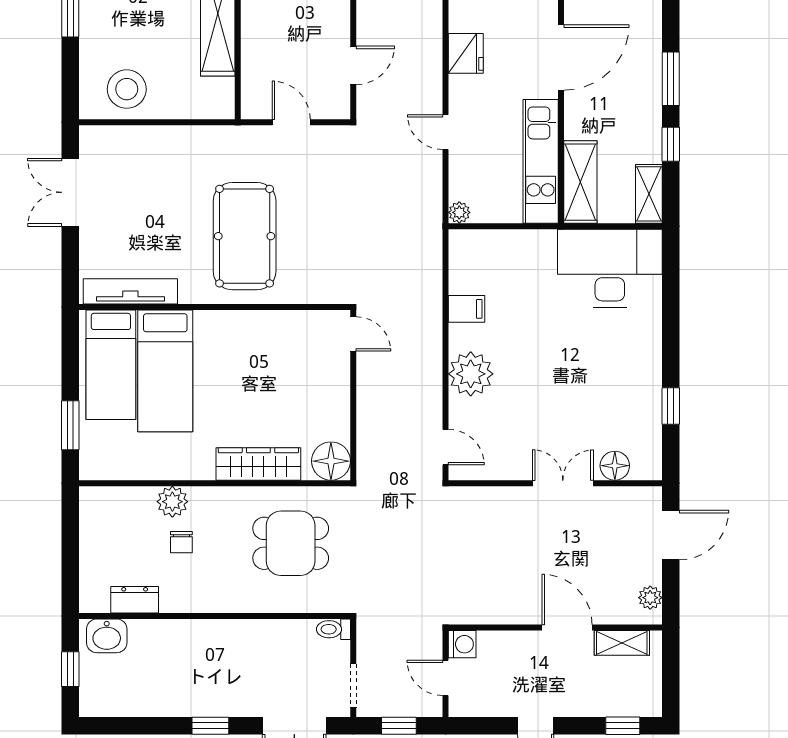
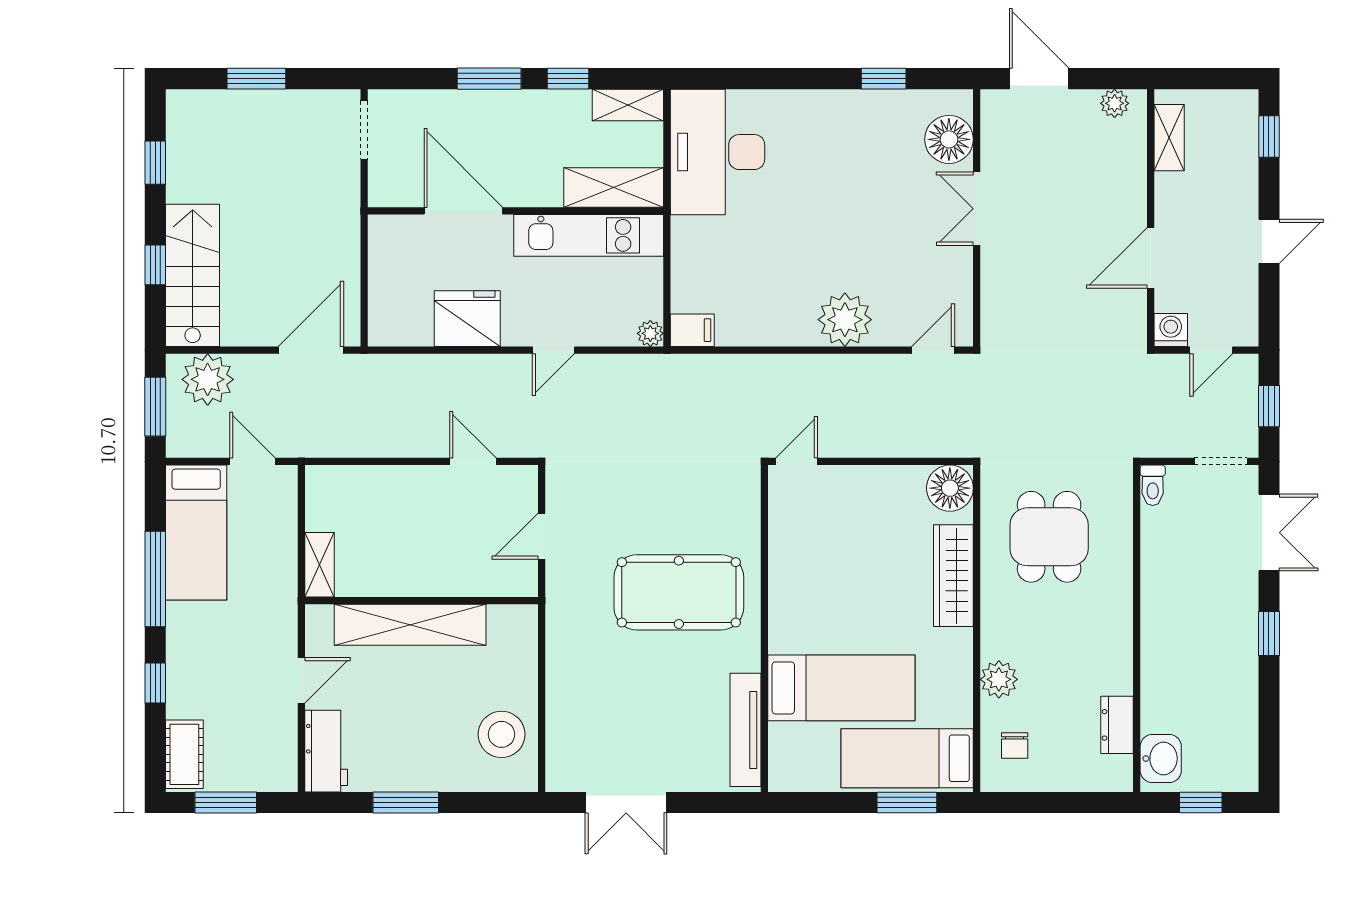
fridge: (466, 53) -> (467, 319), width x1.36, depth x1.34
filing cabinet: (467, 309) -> (692, 330), moved, turned 90
bed: (111, 365) -> (907, 758), moved, turned 180
floor lamp: (615, 466) -> (949, 139), width x1.38, depth x1.38
chair: (181, 542) -> (1015, 746), moved, turned 90
door: (567, 628) -> (1151, 258), moved

